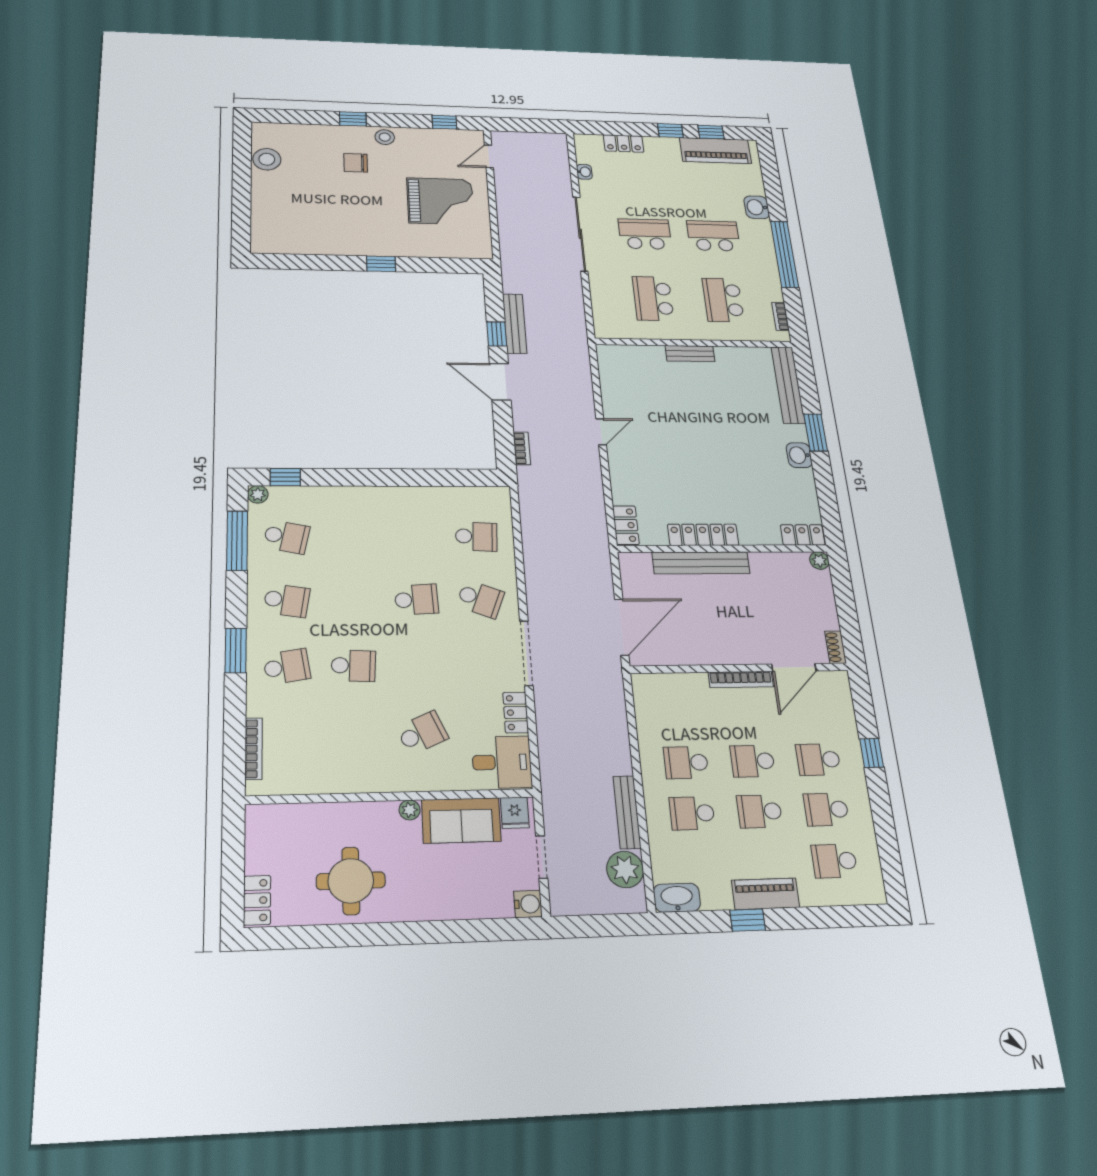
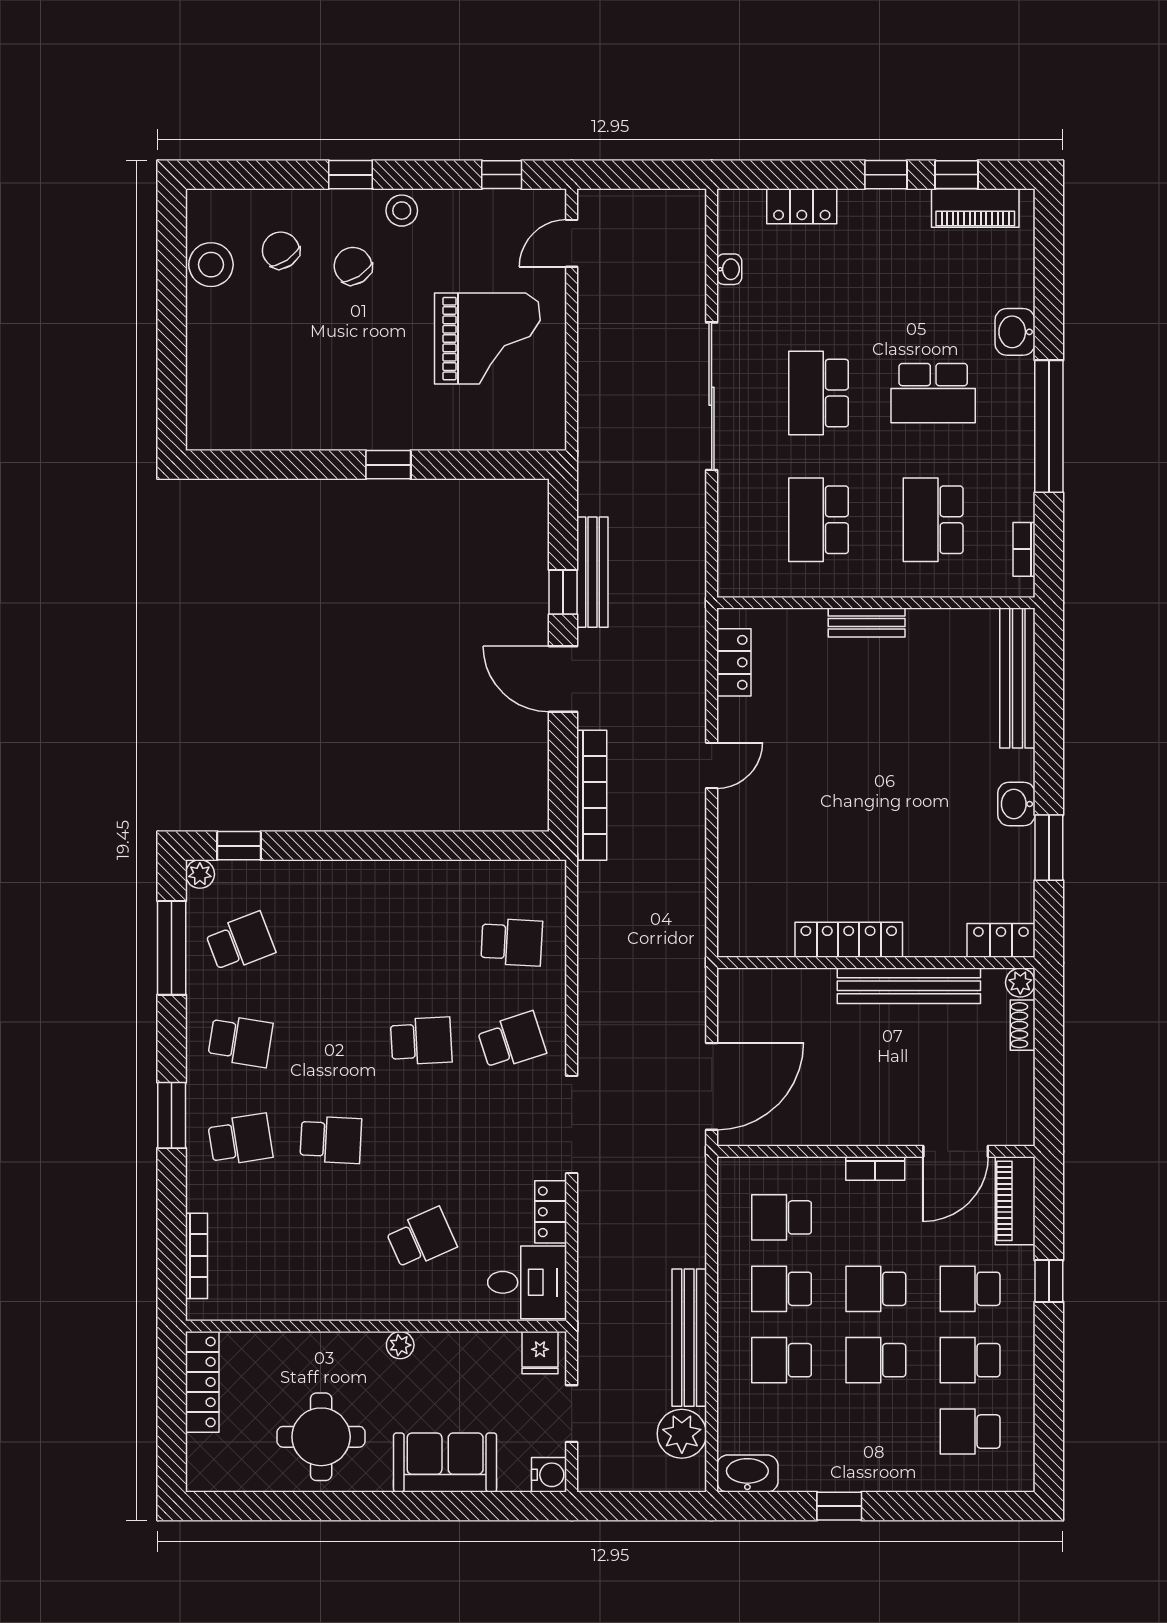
piano: (715, 150) -> (975, 208), width x0.73, depth x0.75
chair: (311, 154) -> (281, 250), added
chair: (356, 163) -> (353, 266), turned 58
school desk: (645, 234) -> (818, 393), turned -90
school desk: (713, 236) -> (933, 393), turned 180
window: (816, 432) -> (1049, 848), moved
bookcase: (522, 448) -> (592, 795), width x2.31, depth x1.31
locker: (626, 525) -> (734, 662), moved
school desk: (286, 537) -> (240, 942), turned -33
bench: (701, 563) -> (909, 986), moved
school desk: (480, 599) -> (512, 1041), turned -39
shoe rack: (836, 647) -> (1023, 1025), moved
bookcase: (741, 679) -> (875, 1169), width x0.64
school desk: (680, 713) -> (782, 1217), added
bench: (627, 812) -> (689, 1338), width x1.37, depth x1.21
sofa: (461, 820) -> (445, 1463), moved, turned 180
piano: (765, 894) -> (1015, 1201), moved, turned -90
locker: (257, 900) -> (202, 1382), moved, width x1.53

